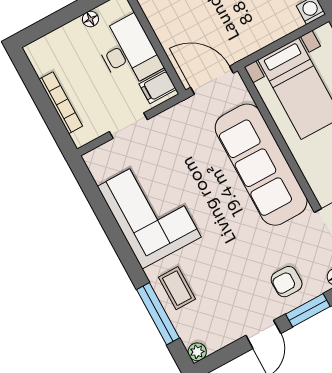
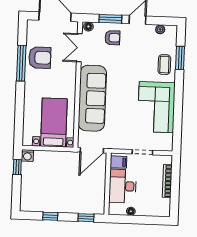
door: (212, 80) -> (92, 150), hinge flipped
window: (158, 314) -> (180, 58), width x0.69
plant: (197, 352) -> (160, 29), moved

